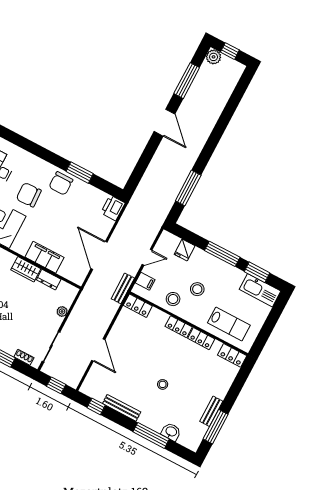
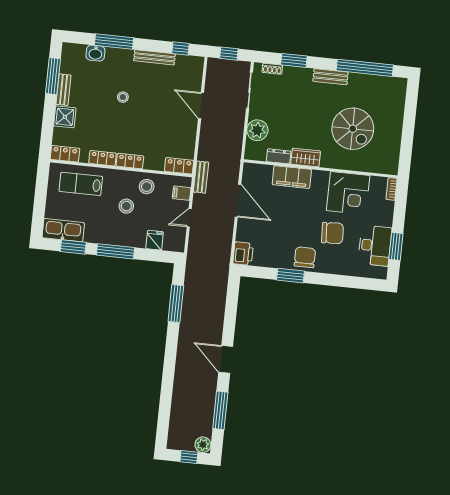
plant: (62, 312) -> (257, 130), width x1.88, depth x1.88
shower: (219, 387) -> (65, 117), added

